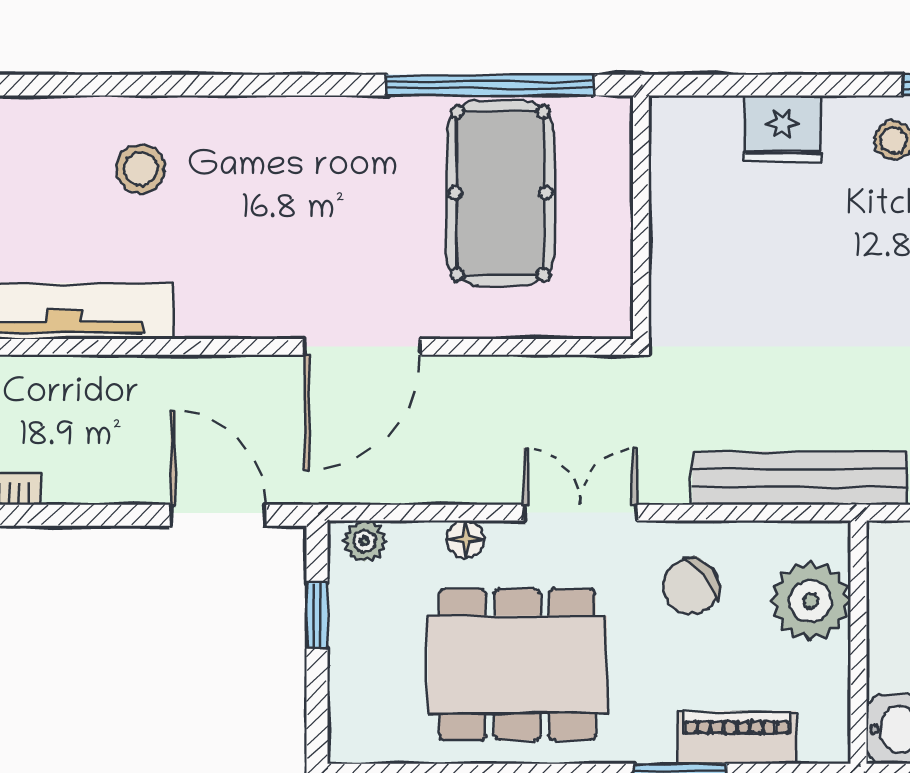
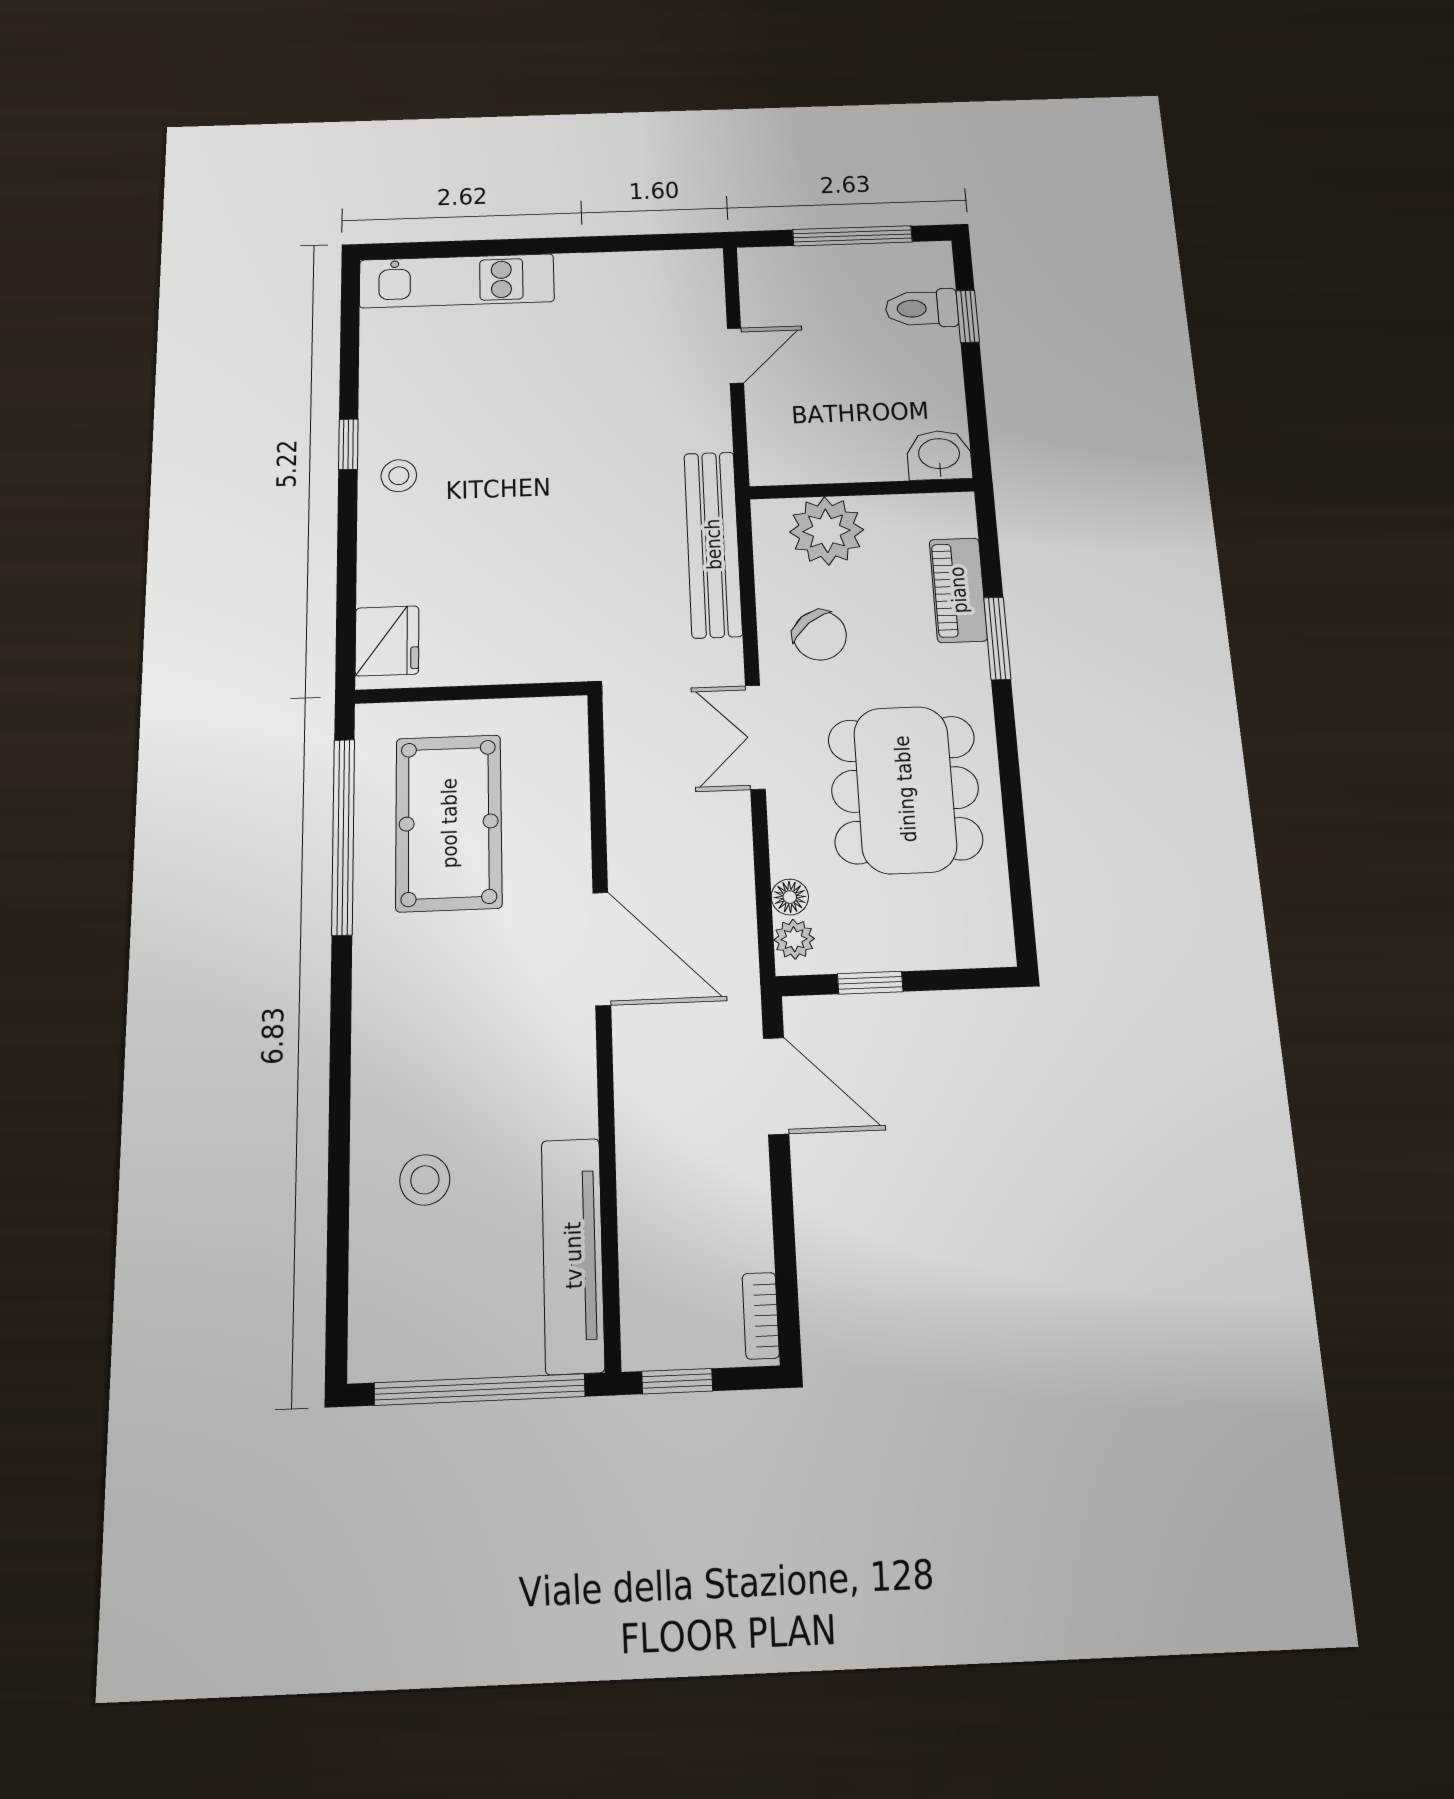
fridge: (782, 129) -> (387, 641), moved
pool table: (500, 193) -> (449, 823), turned 90
door: (218, 515) -> (776, 1086), swing flipped
floor lamp: (465, 539) -> (790, 897), moved

